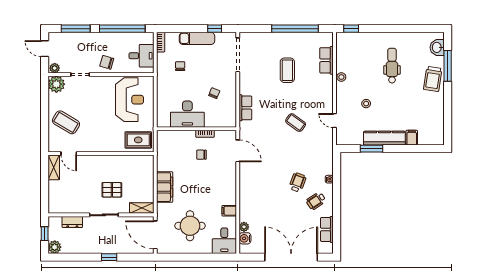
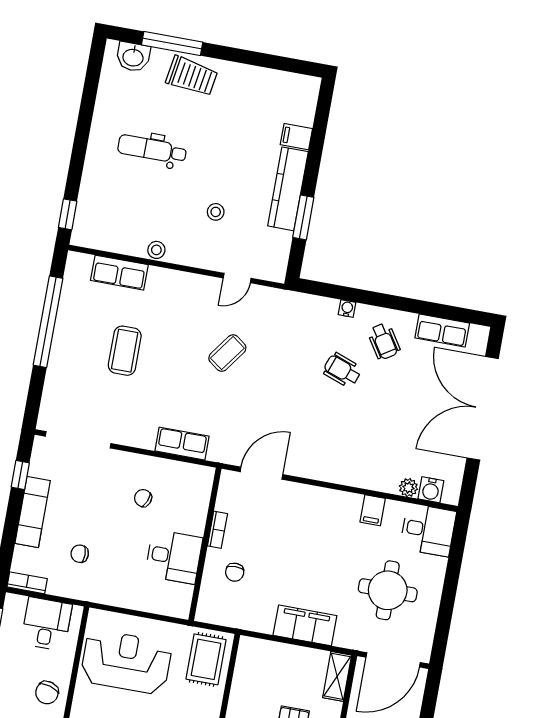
coffee table: (287, 70) -> (125, 351), turned 90
desk: (187, 114) -> (174, 557), width x0.73
chair: (201, 155) -> (235, 572), moved

